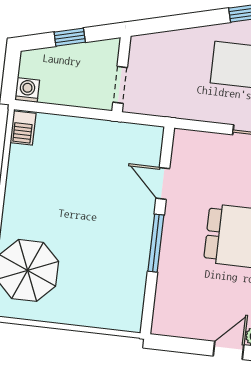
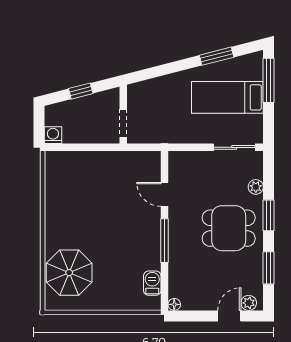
barbecue: (23, 128) -> (152, 283), moved, turned 180
floor lamp: (159, 327) -> (174, 304), added

